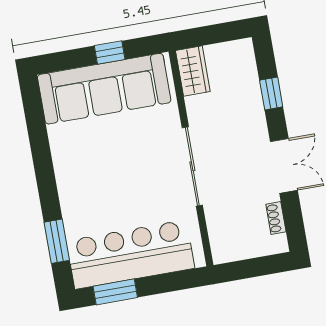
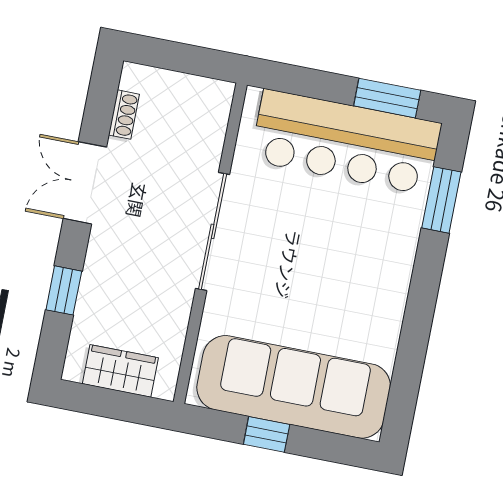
wardrobe: (193, 71) -> (120, 371), moved, turned 90

